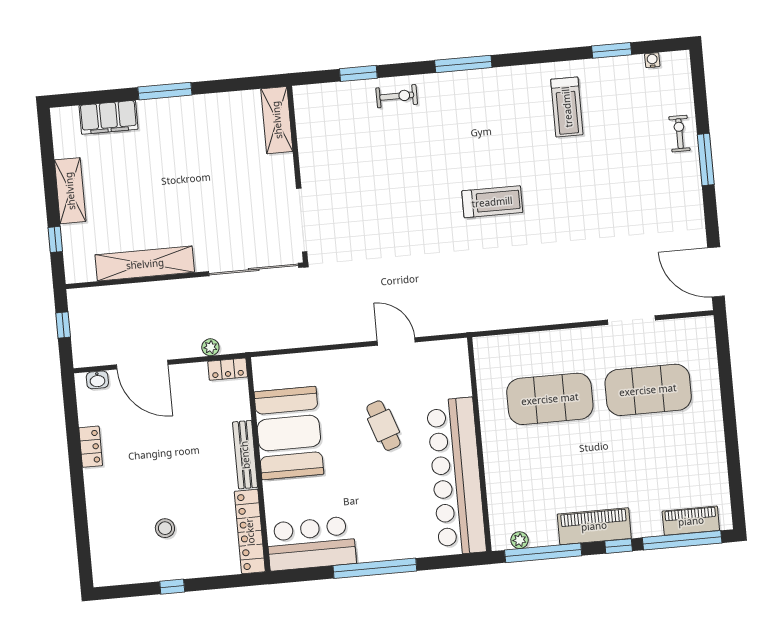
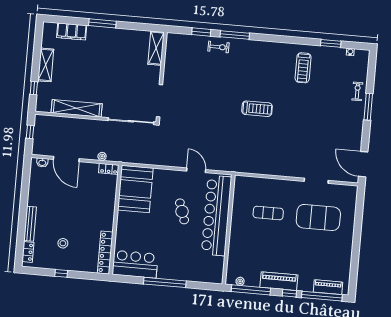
window: (463, 64) -> (235, 35), moved
exercise mat: (550, 399) -> (268, 213), width x0.50, depth x0.69
booth: (289, 433) -> (135, 189), moved
locker: (91, 447) -> (28, 252), moved
bench: (245, 455) -> (30, 224), moved
bar counter: (456, 476) -> (217, 215), moved

